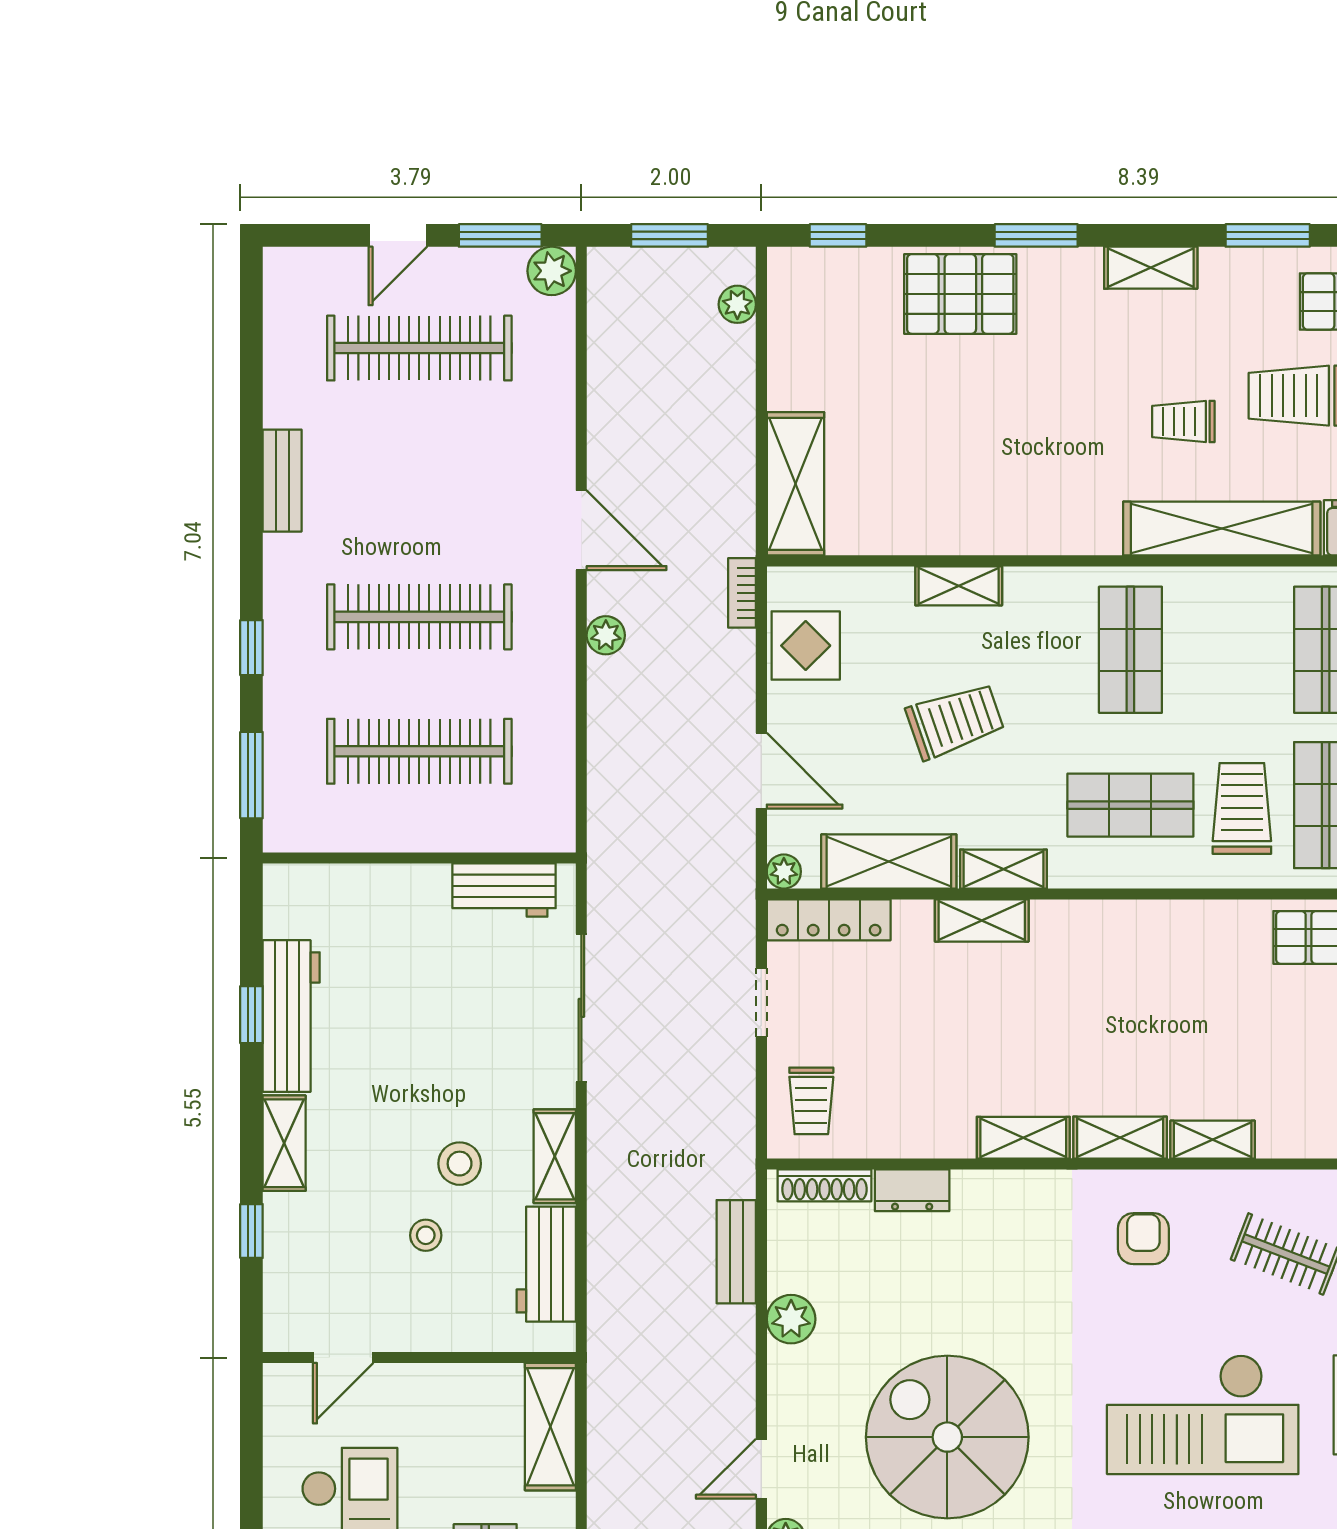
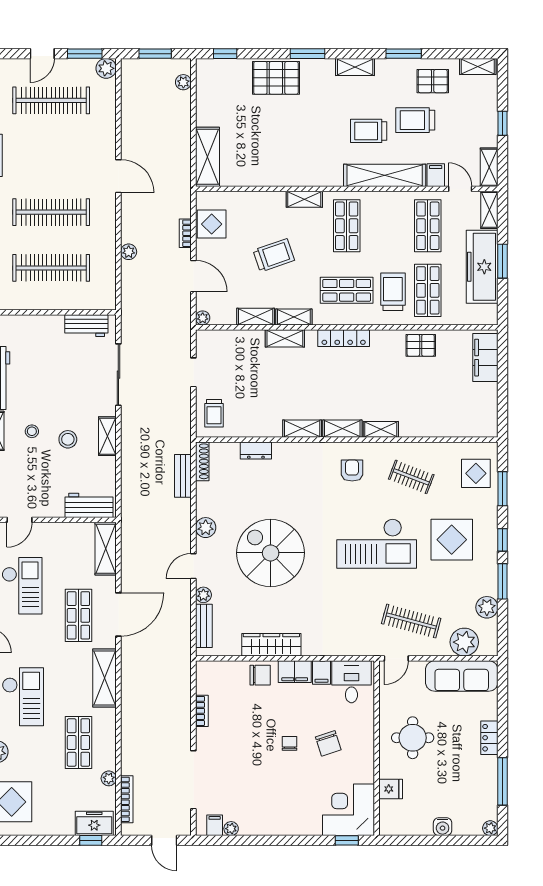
trolley: (1183, 422) -> (369, 131), width x1.36, depth x1.39
shelving: (959, 586) -> (304, 199), moved
bookcase: (742, 593) -> (185, 233), moved
plant: (606, 635) -> (129, 252), moved
shelving: (889, 862) -> (256, 317), width x0.67, depth x0.75
locker: (829, 920) -> (344, 338), moved
shoe rack: (824, 1185) -> (202, 461), moved, turned -90
stool: (426, 1235) -> (32, 431), moved
workbench: (546, 1264) -> (89, 505), moved, turned 90
plant: (791, 1319) -> (206, 528), moved

